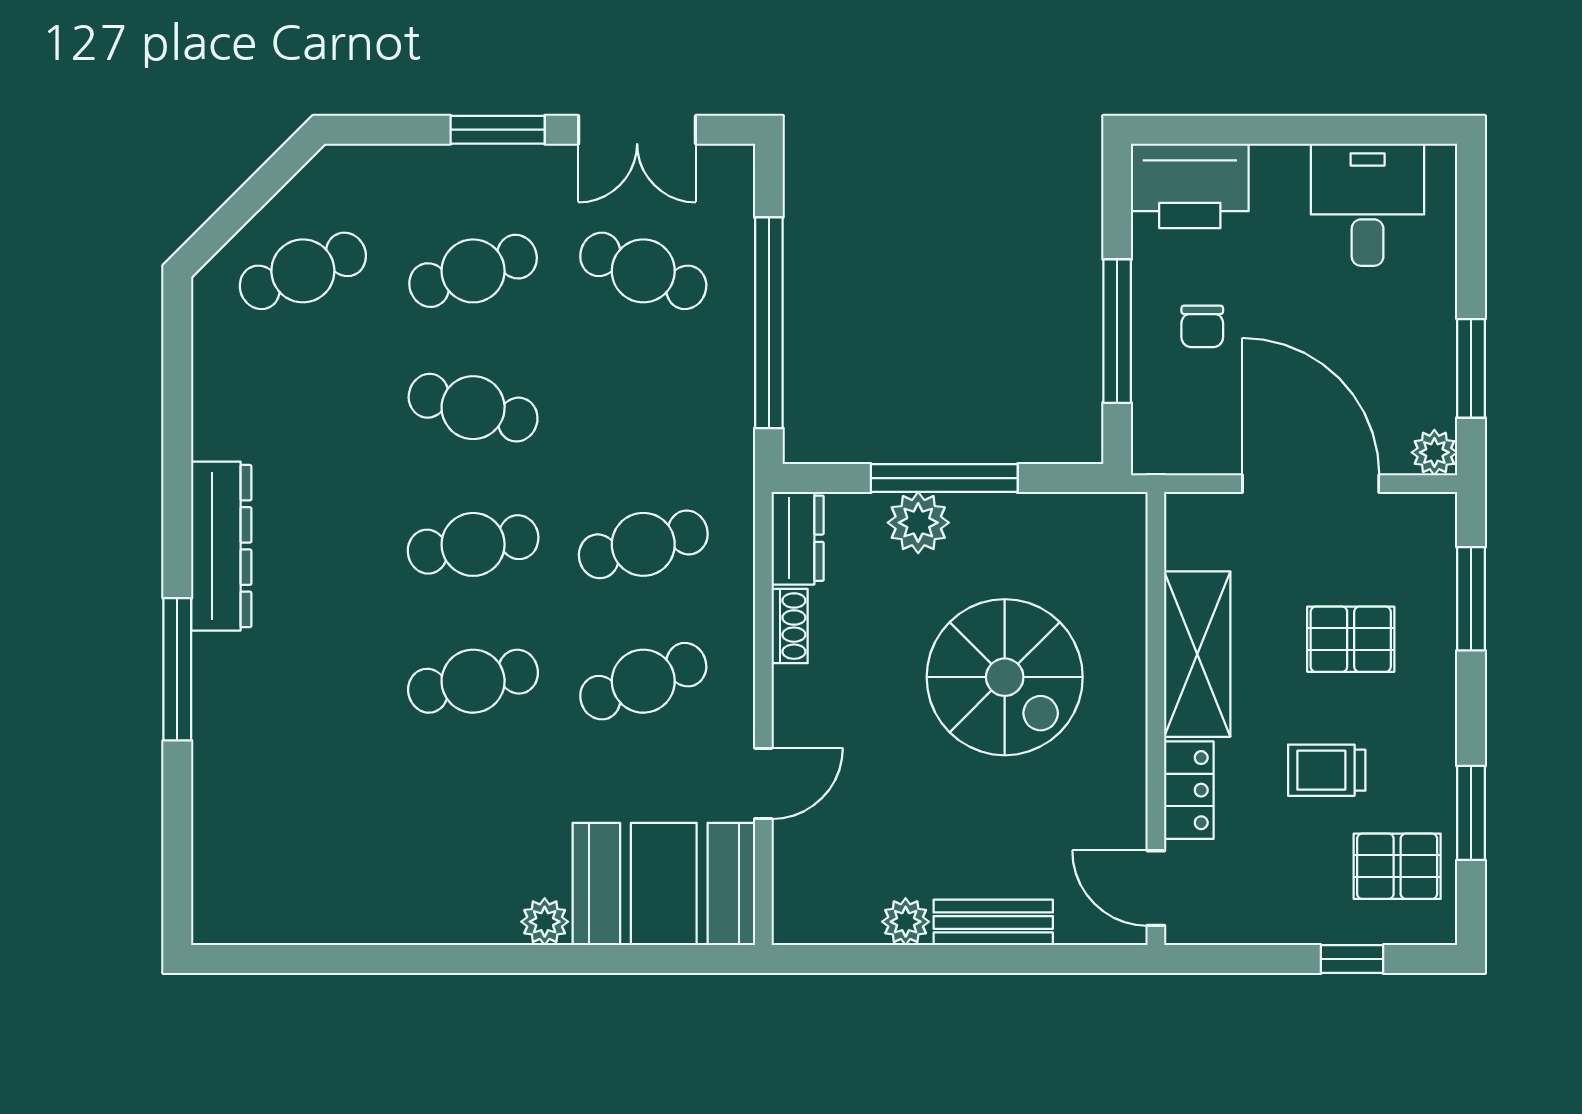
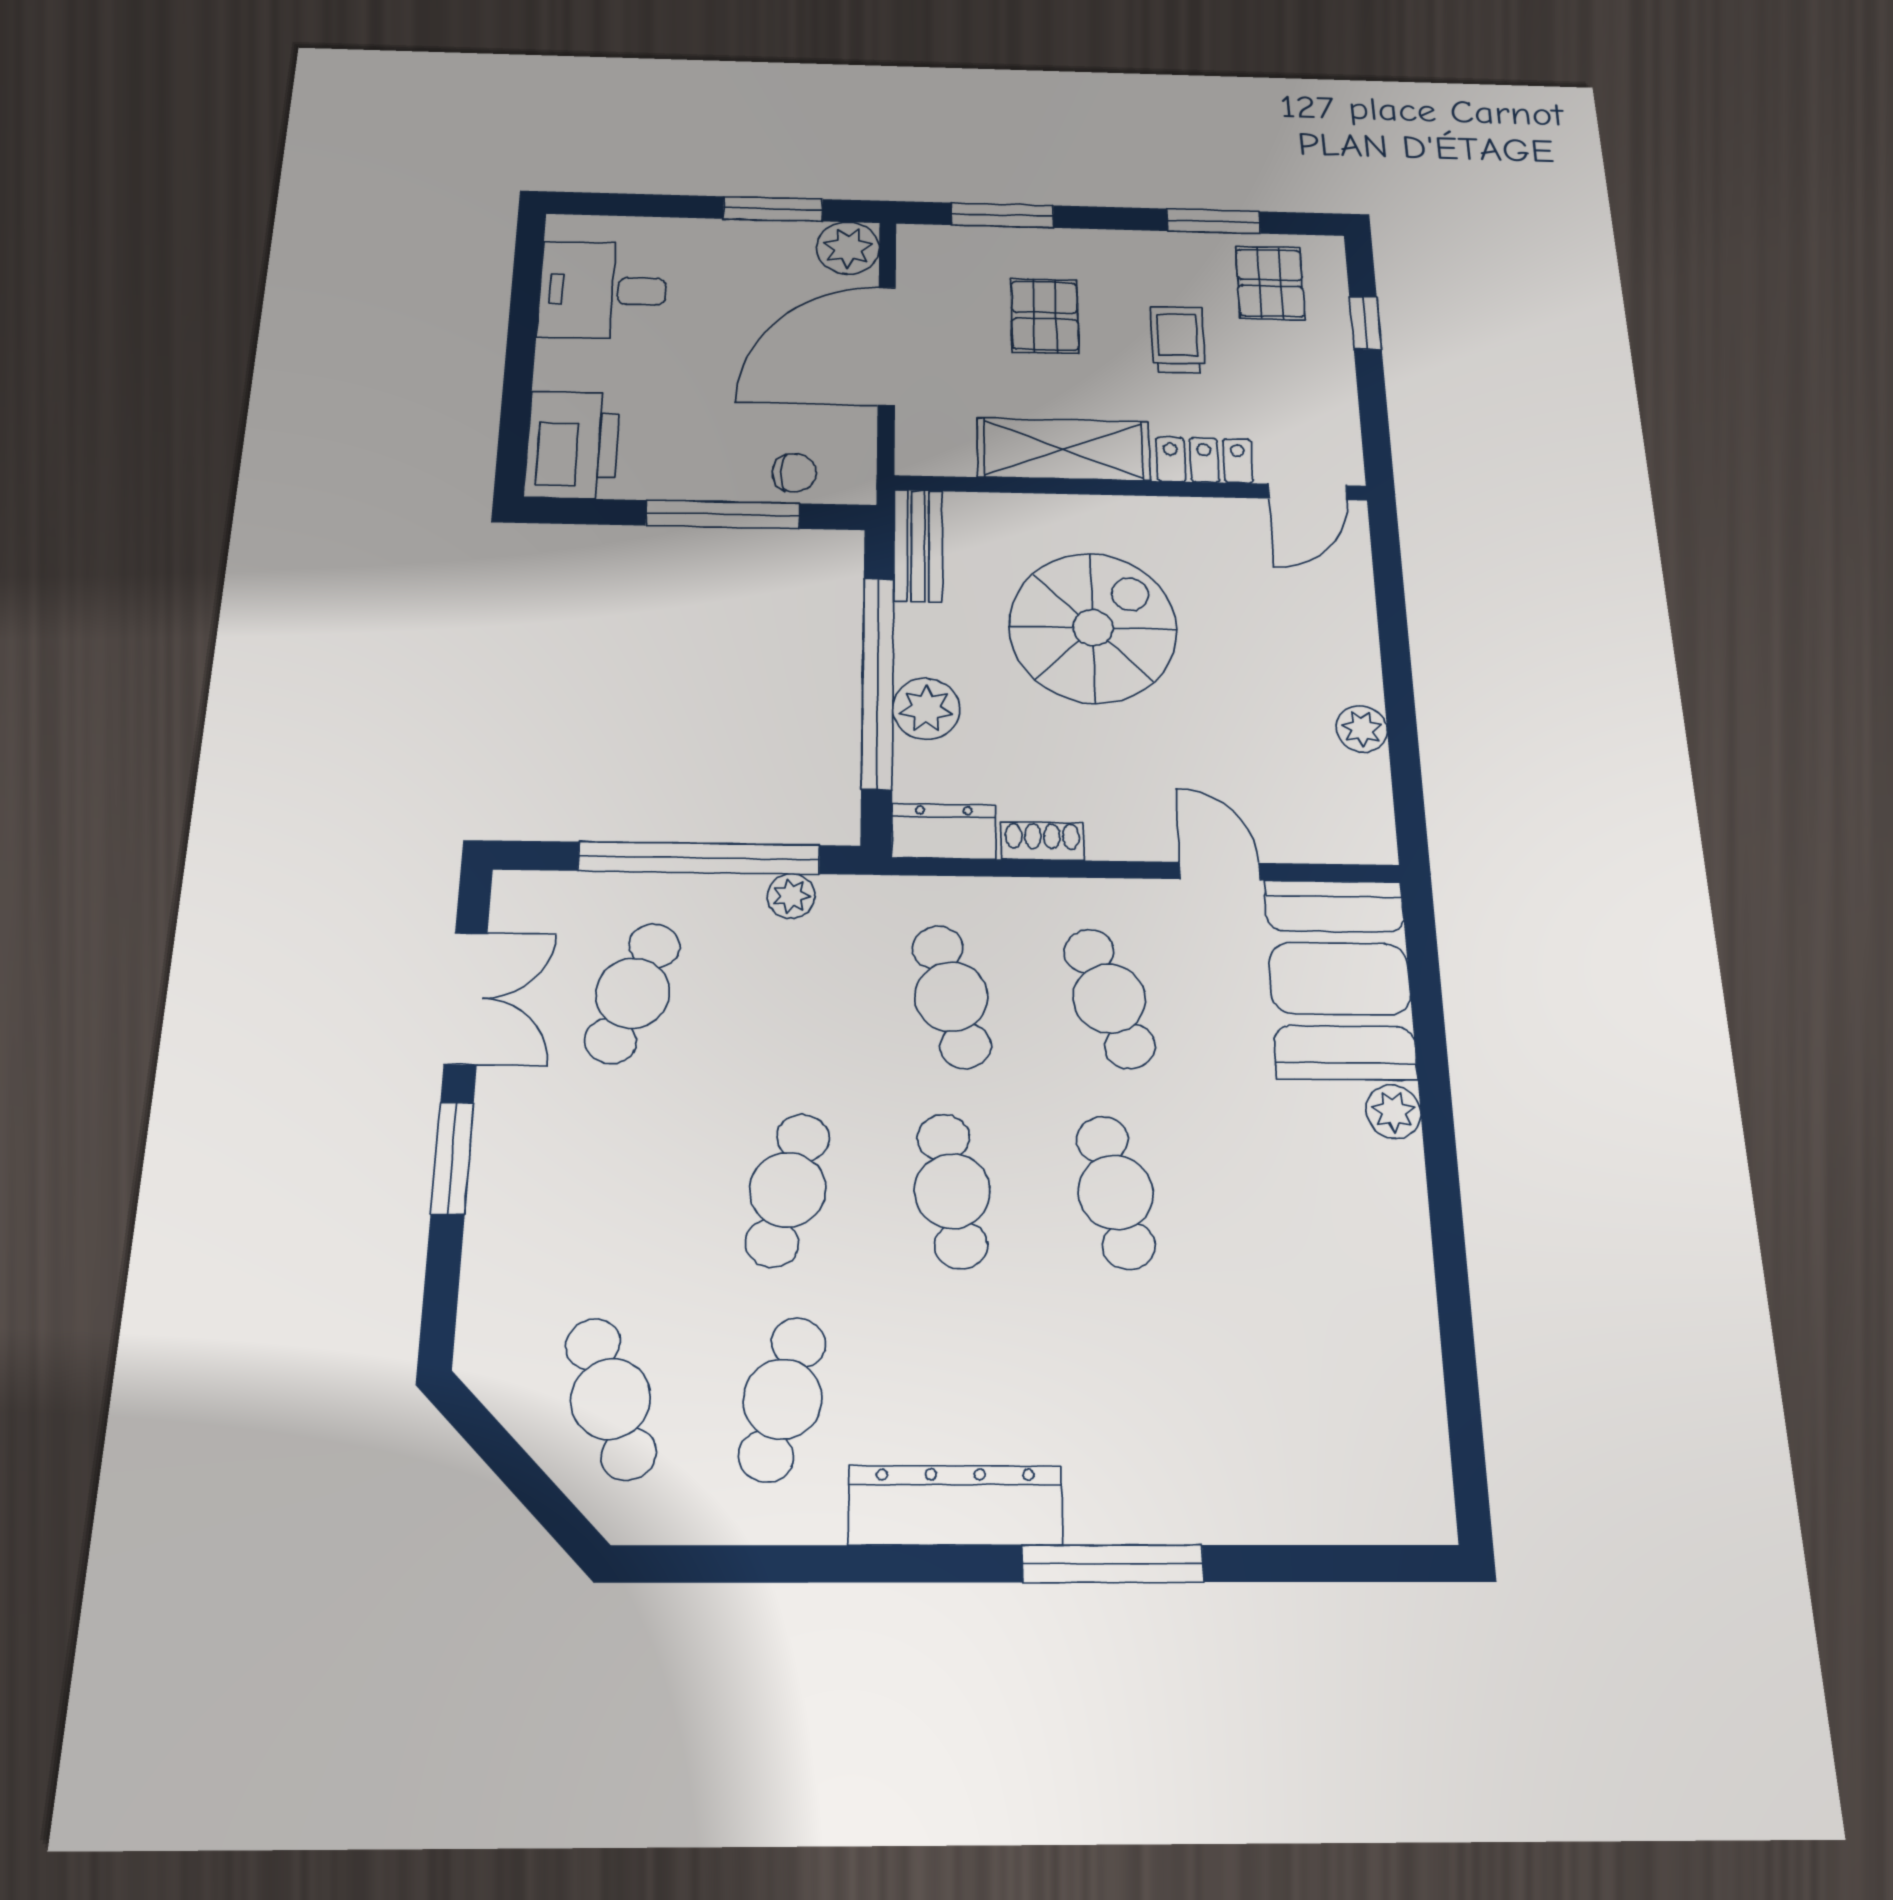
cafe table: (473, 271) -> (782, 1399), moved, turned 33
chair: (1202, 326) -> (794, 473), moved
plant: (734, 404) -> (791, 896), added
plant: (1434, 452) -> (848, 248), width x1.38, depth x1.38
window: (944, 478) -> (878, 682), width x1.46
trolley: (1327, 770) -> (1178, 339), turned 180
bench: (993, 922) -> (918, 546), moved

